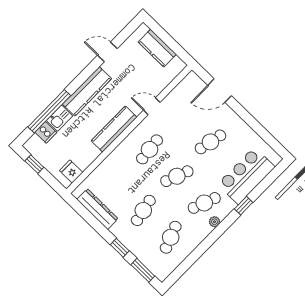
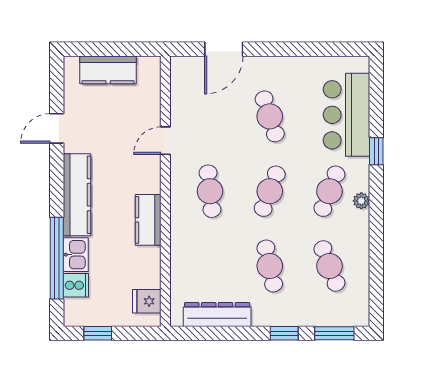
kitchen counter: (114, 129) -> (148, 220), width x0.67
cafe table: (210, 142) -> (270, 116), turned -30

